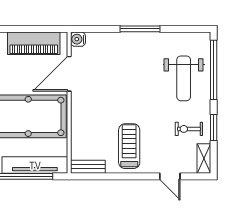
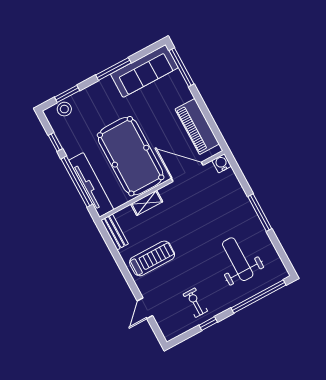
weight bench: (184, 78) -> (238, 259), moved, turned 90
window: (214, 127) -> (208, 324), width x0.67
shelving: (204, 158) -> (147, 203), moved

